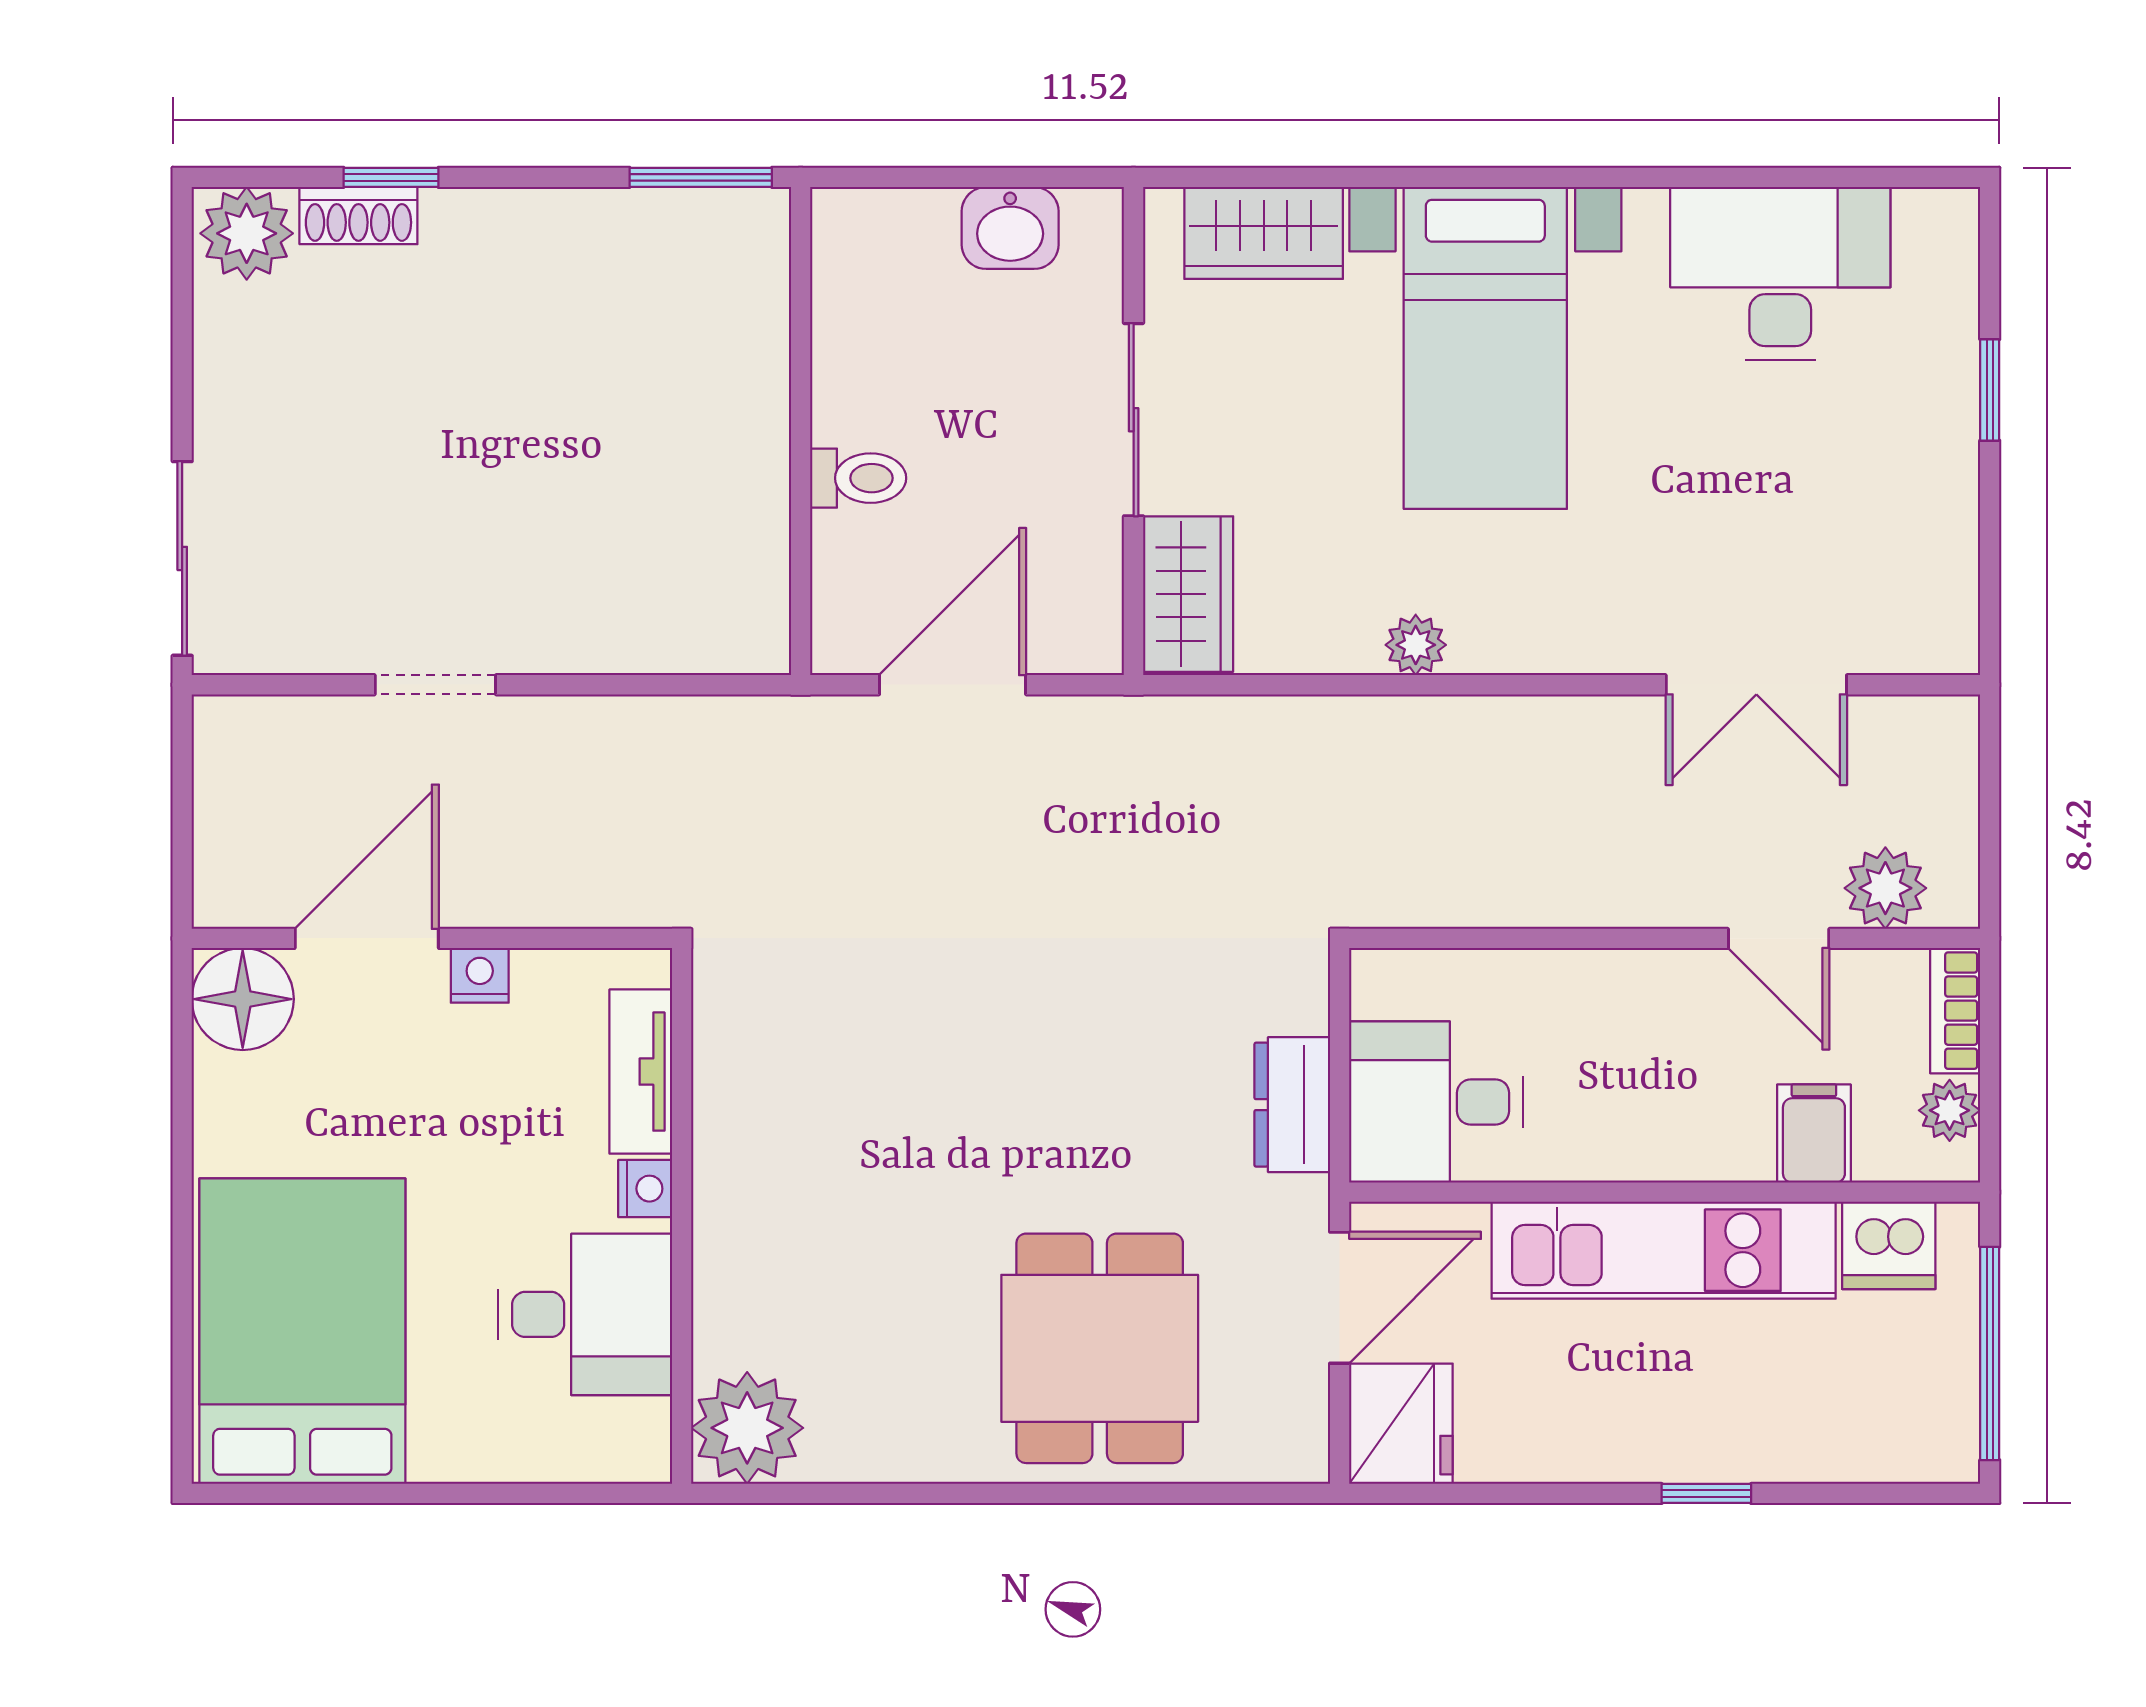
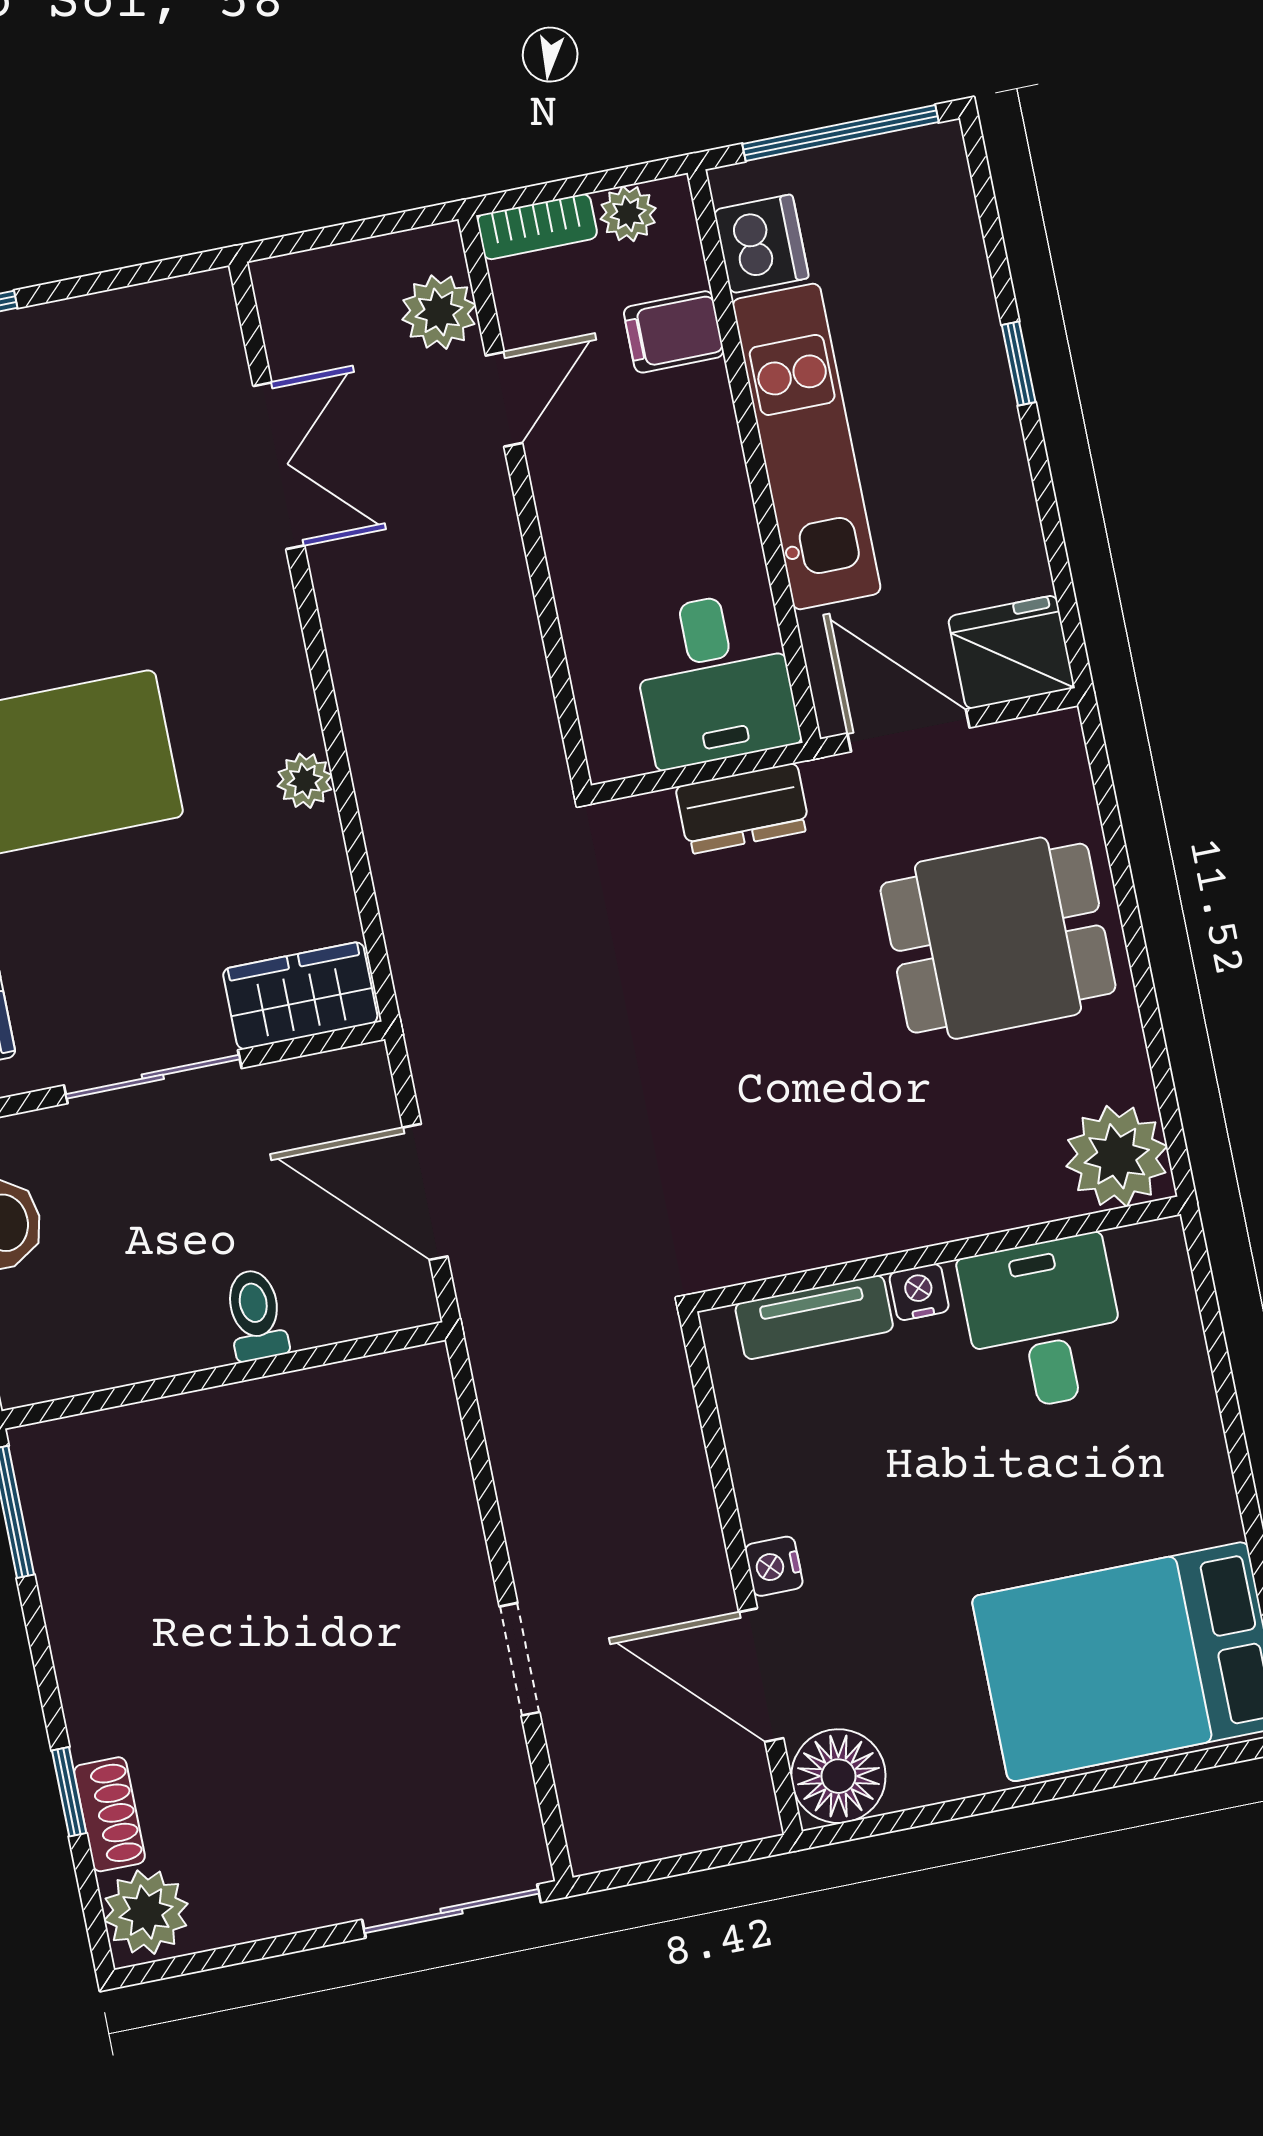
tv unit: (641, 1072) -> (814, 1317), moved
nightstand: (645, 1189) -> (919, 1292), moved
wall: (682, 1216) -> (937, 1254), moved
desk: (585, 1314) -> (1044, 1323), moved
plant: (747, 1428) -> (1117, 1156), moved

